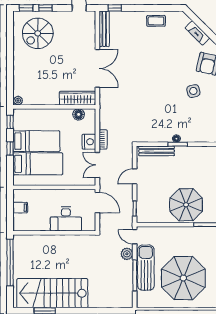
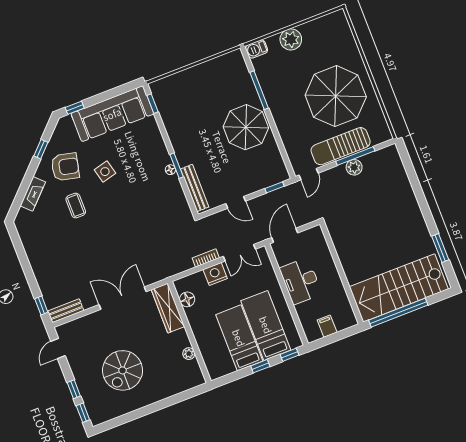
coffee table: (156, 21) -> (76, 206), moved
bench: (104, 29) -> (66, 311), width x0.73
spiral stairs: (38, 33) -> (123, 370), moved, turned 90
plant: (18, 101) -> (189, 354), moved
window: (10, 122) -> (290, 355), moved
desk: (66, 219) -> (301, 281), moved, turned 180
plant: (127, 254) -> (354, 167), moved
stairs: (52, 293) -> (399, 288), moved, turned 90

